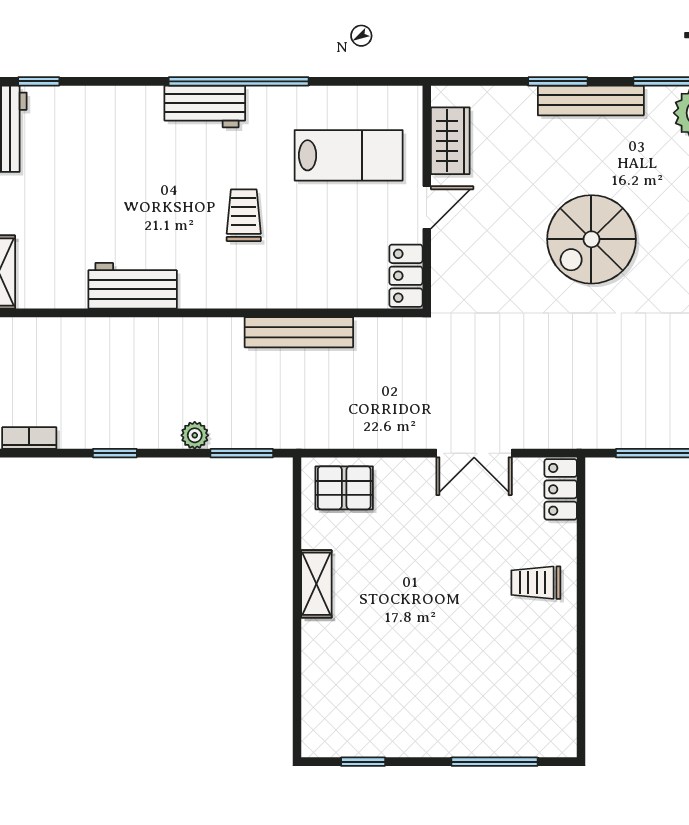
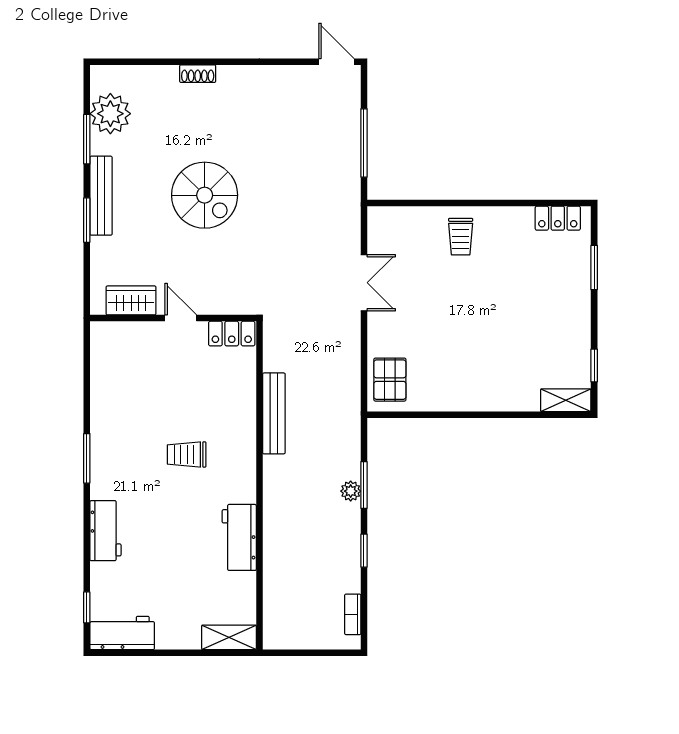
window: (239, 81) -> (87, 458), width x0.47
workbench: (205, 106) -> (105, 531), moved
lab bench: (349, 155) -> (142, 376), removed
window: (242, 453) -> (364, 485), moved
locker: (561, 489) -> (558, 218), moved
shelving: (316, 584) -> (566, 400), moved
window: (495, 762) -> (594, 267), width x0.69

